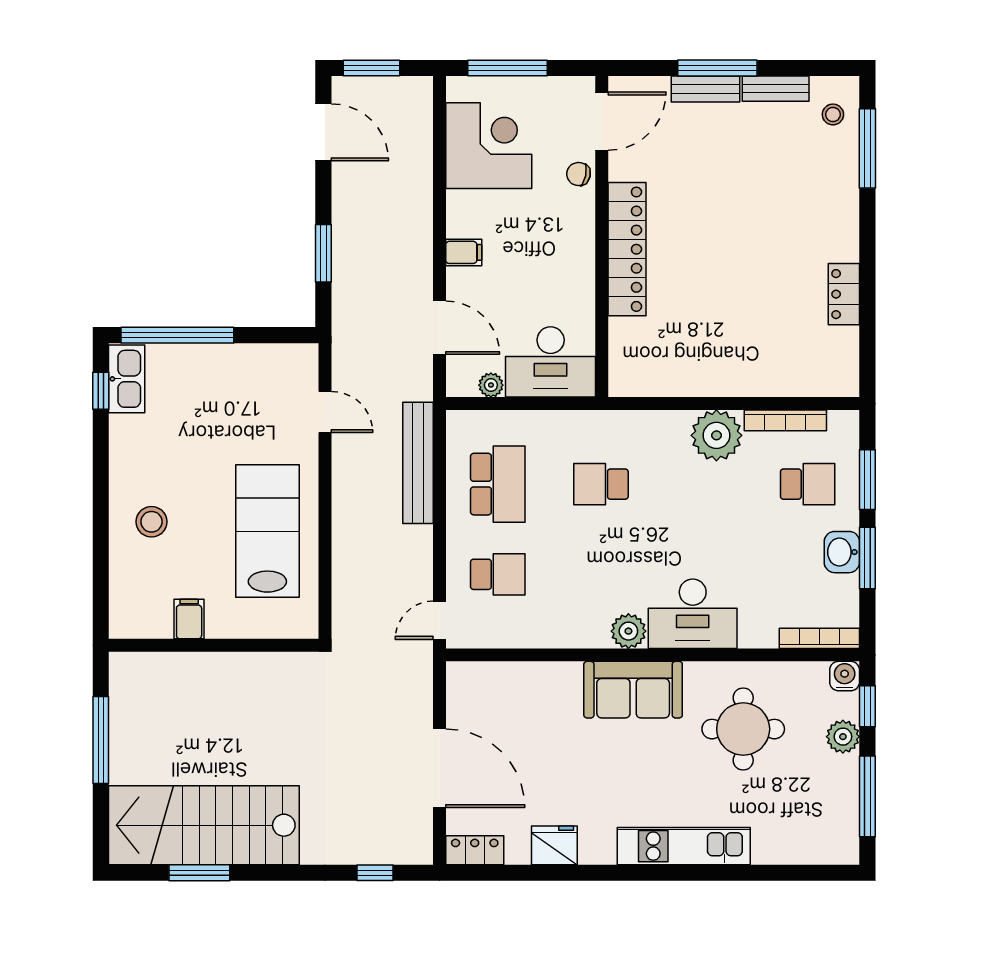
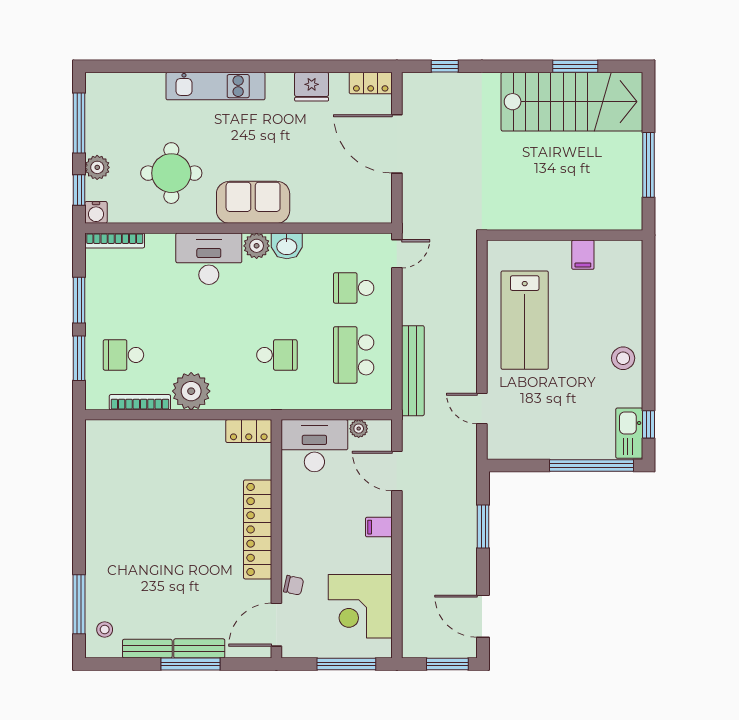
locker: (844, 294) -> (249, 431), moved, turned 90
stool: (151, 522) -> (623, 358), moved
washbasin: (842, 552) -> (287, 246), moved, turned 90

